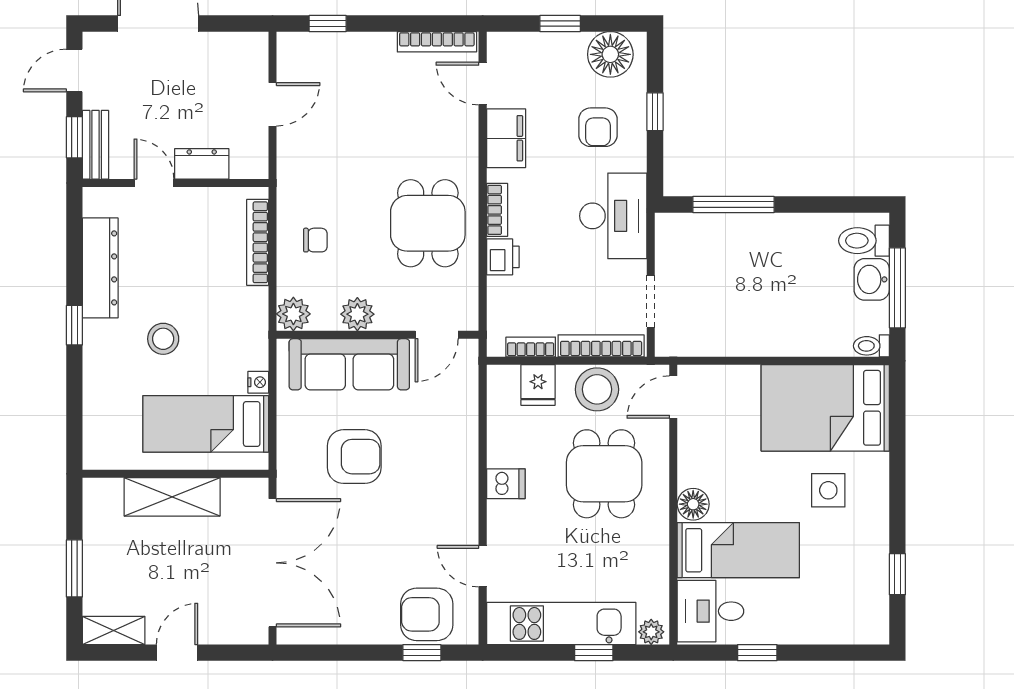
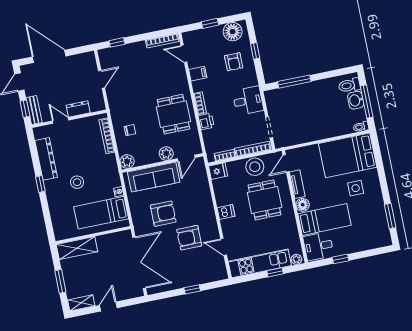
filing cabinet: (506, 138) -> (198, 74), width x0.50
desk: (613, 216) -> (248, 101), width x0.73
plant: (357, 314) -> (166, 154), moved
fridge: (538, 385) -> (218, 171), moved, turned -90
tv unit: (690, 452) -> (297, 184), added
shelving: (172, 497) -> (77, 248), moved
window: (897, 574) -> (390, 216), width x1.50
armchair: (427, 614) -> (189, 238), moved
window: (422, 653) -> (192, 289), moved

